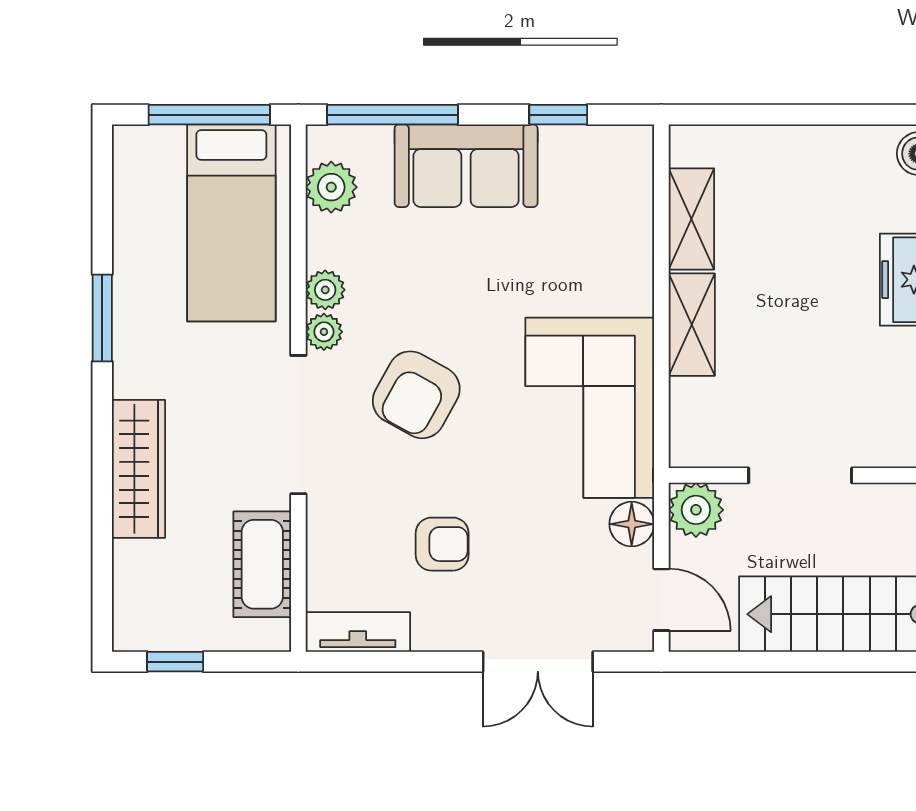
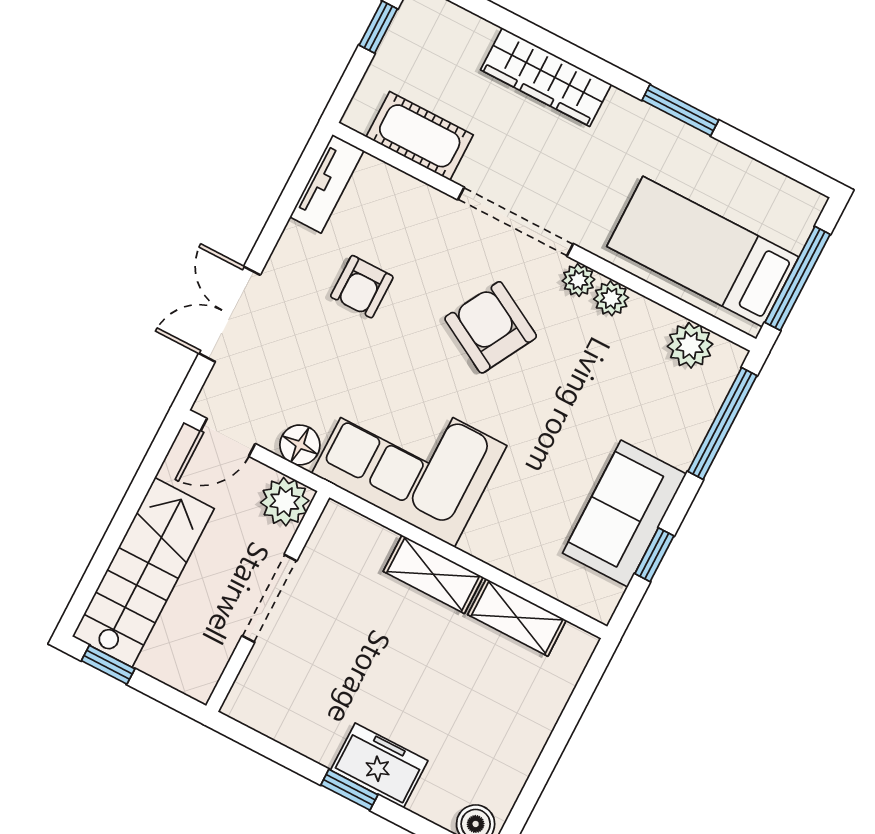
sofa: (466, 166) -> (624, 514), moved

